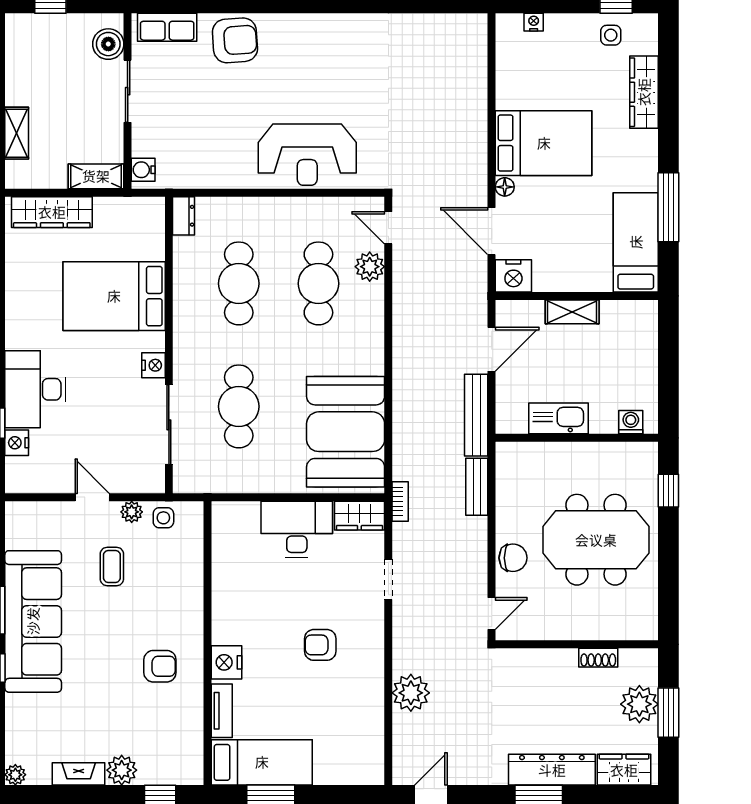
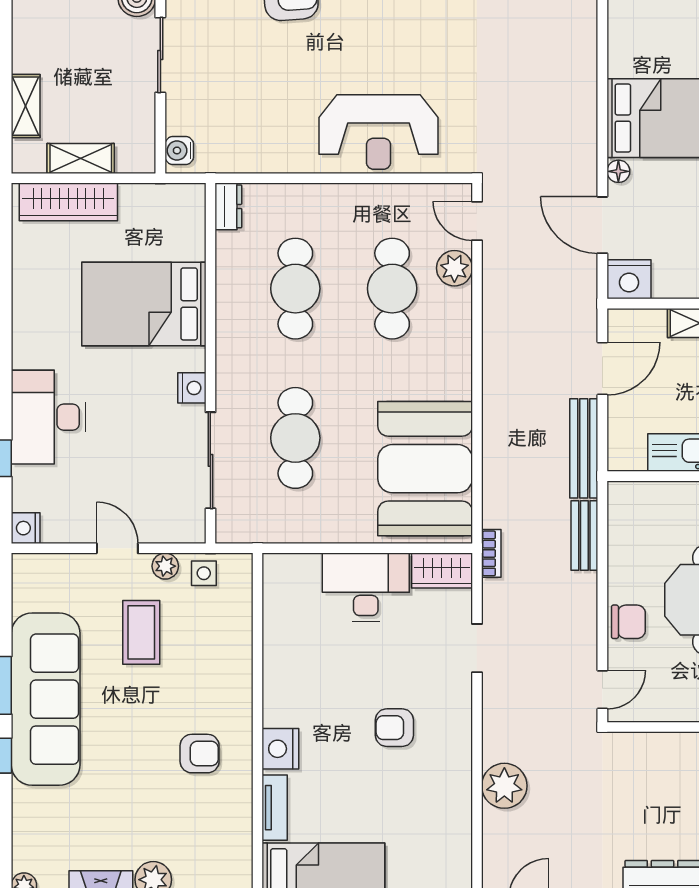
shelving: (96, 176) -> (81, 158), moved
nightstand: (17, 443) -> (26, 528), moved
coffee table: (112, 566) -> (141, 632), width x1.36, depth x1.30

